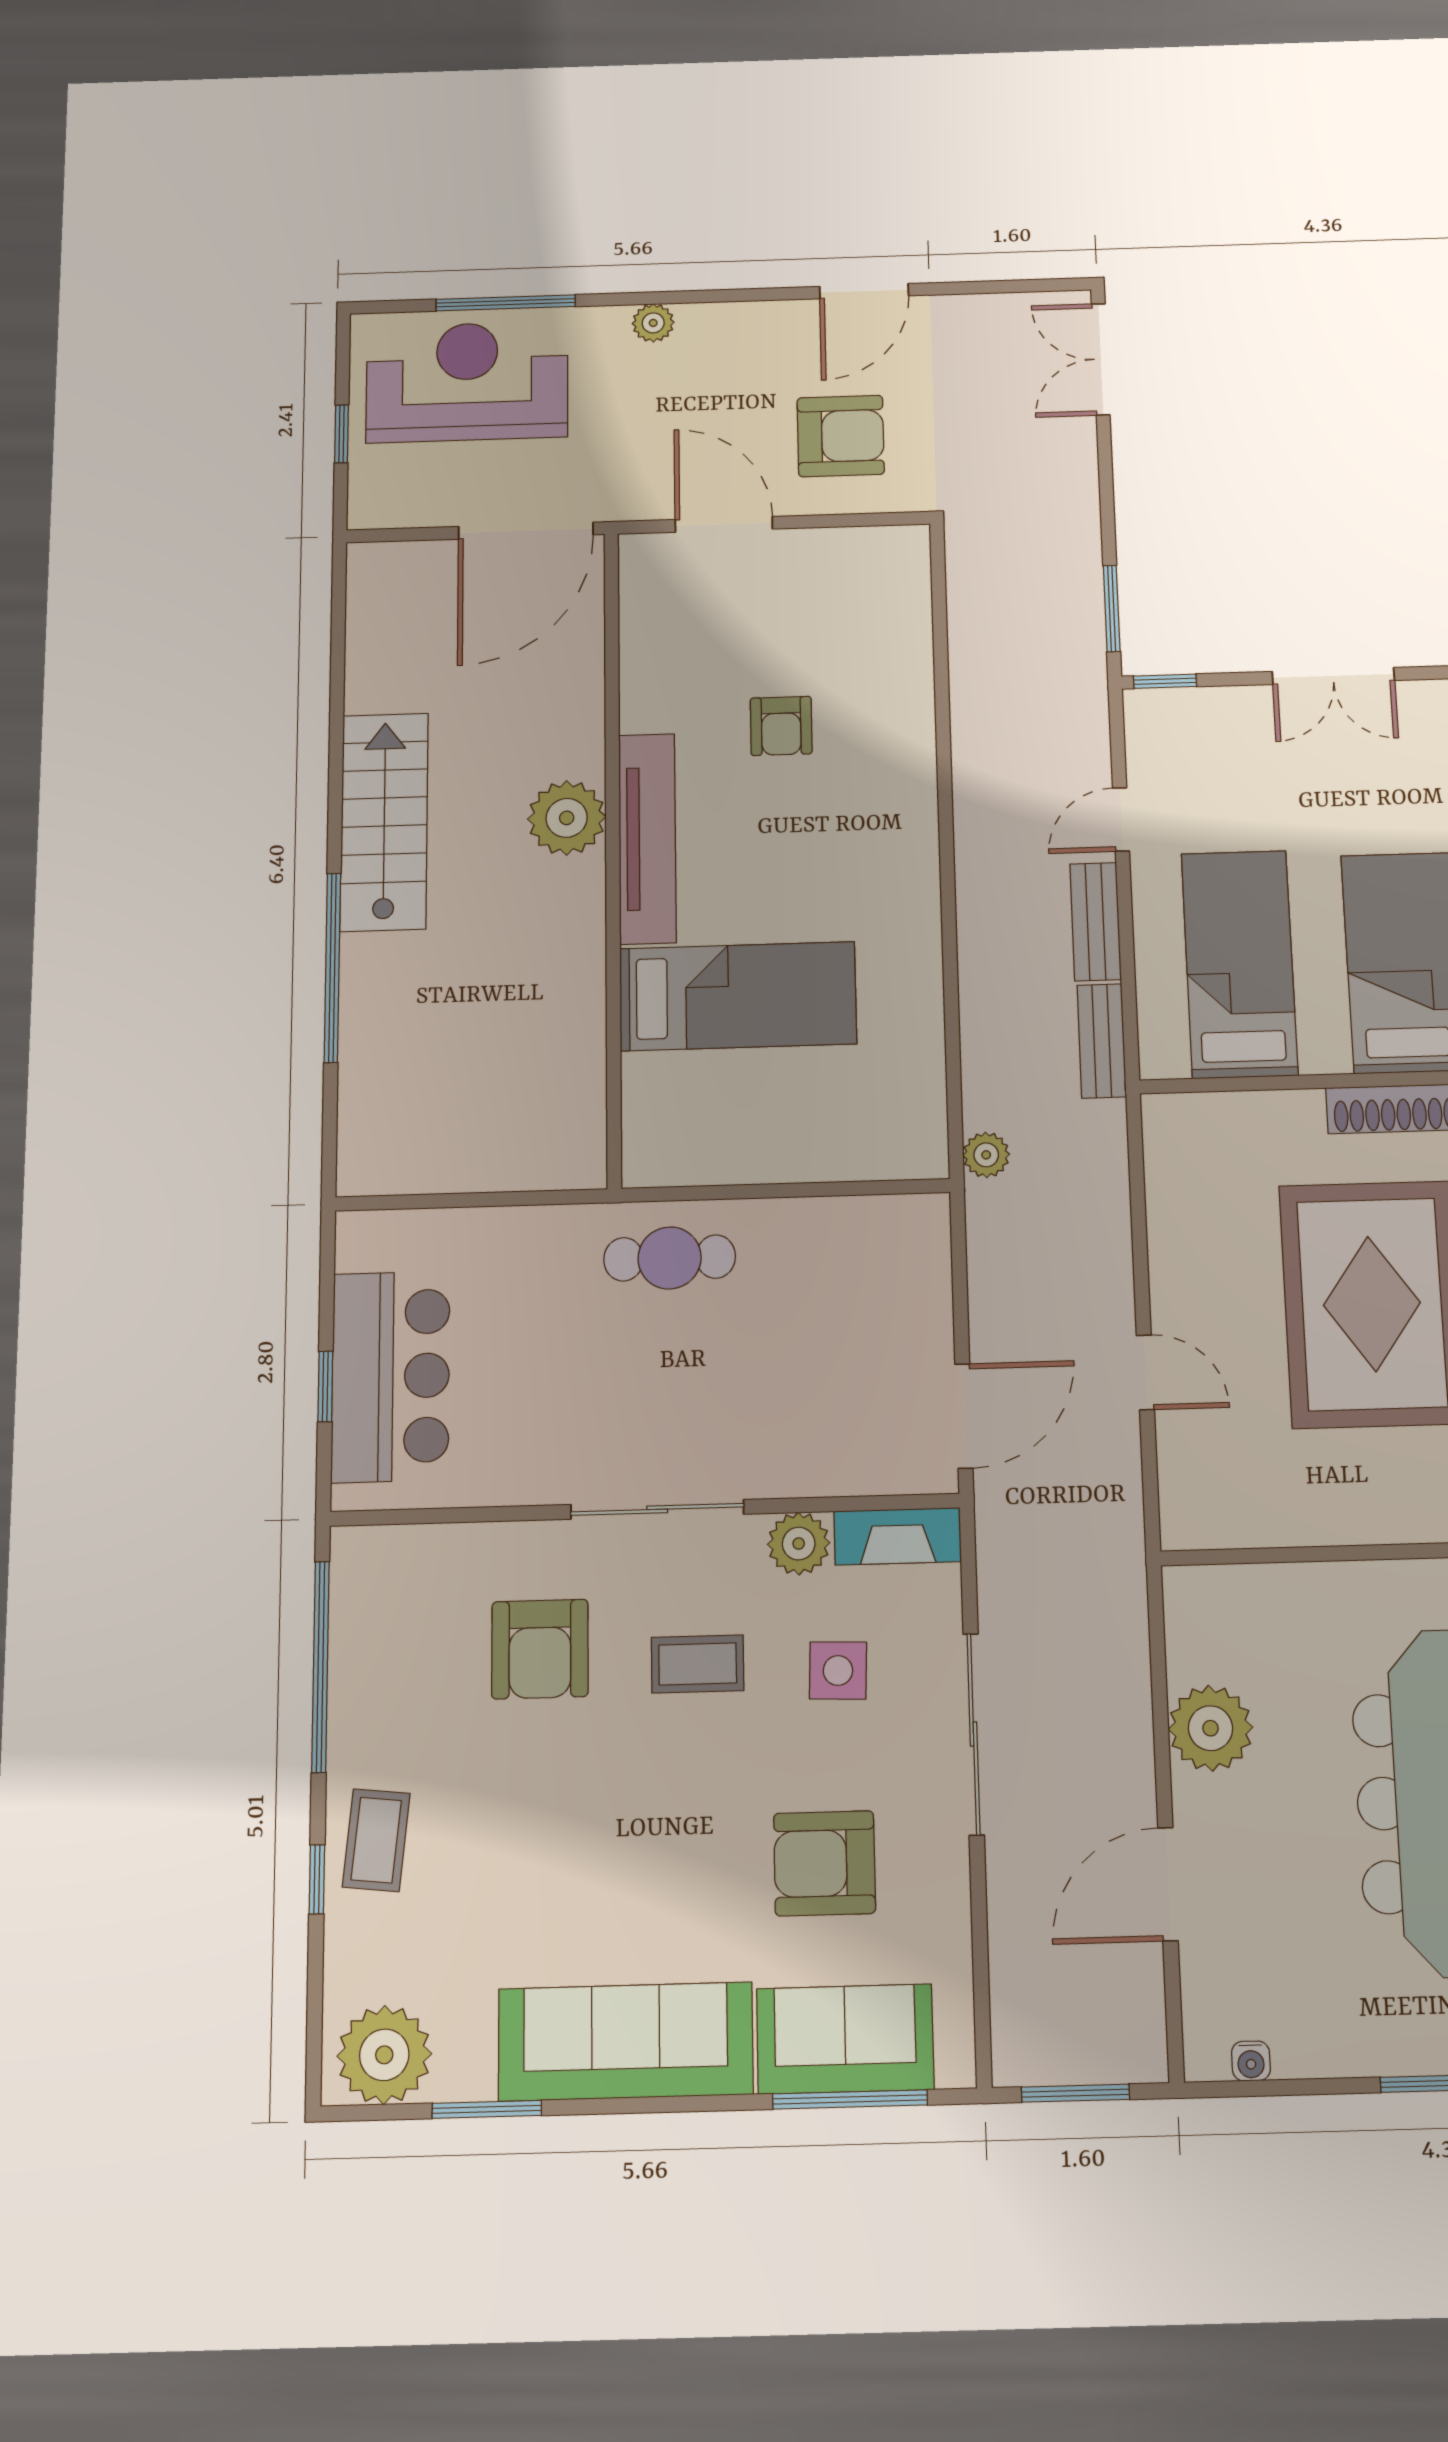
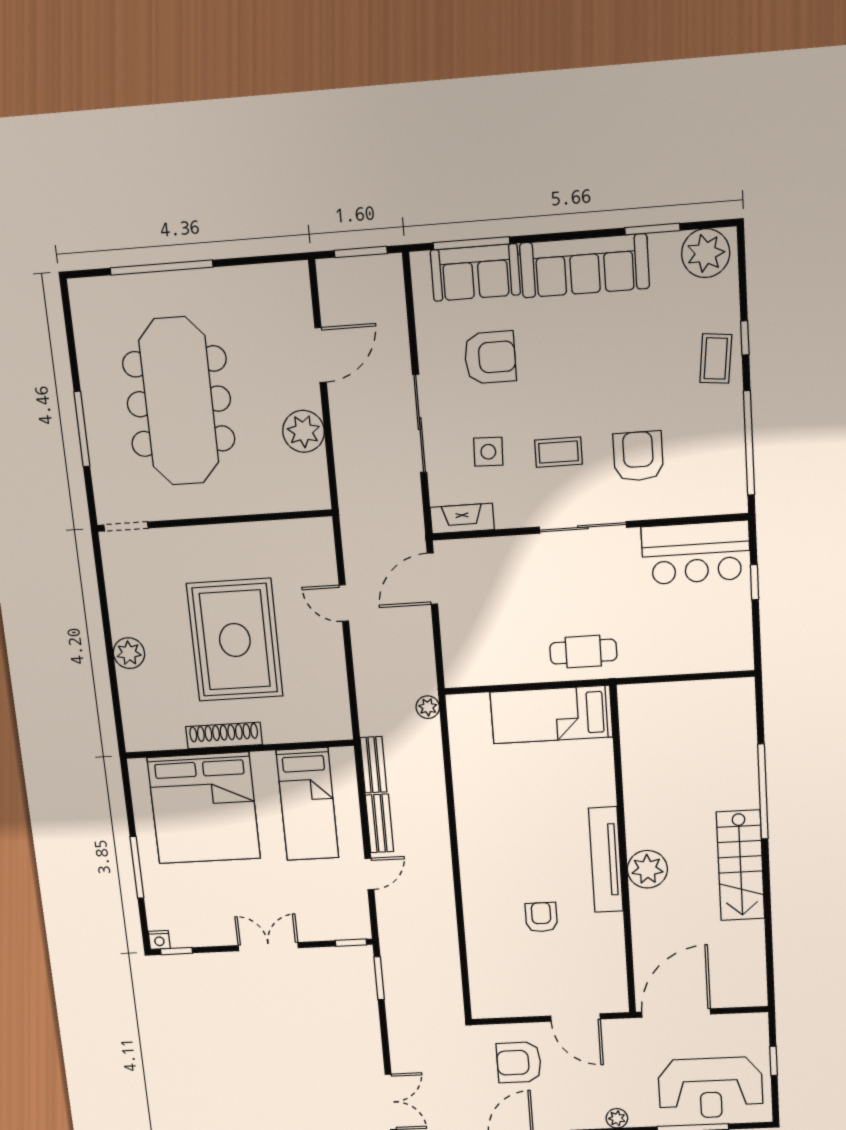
bed: (738, 996) -> (551, 715), moved
bar counter: (391, 1376) -> (696, 553), moved, turned -90
plant: (799, 1544) -> (511, 513), removed
water cooler: (1251, 2061) -> (276, 272), removed

